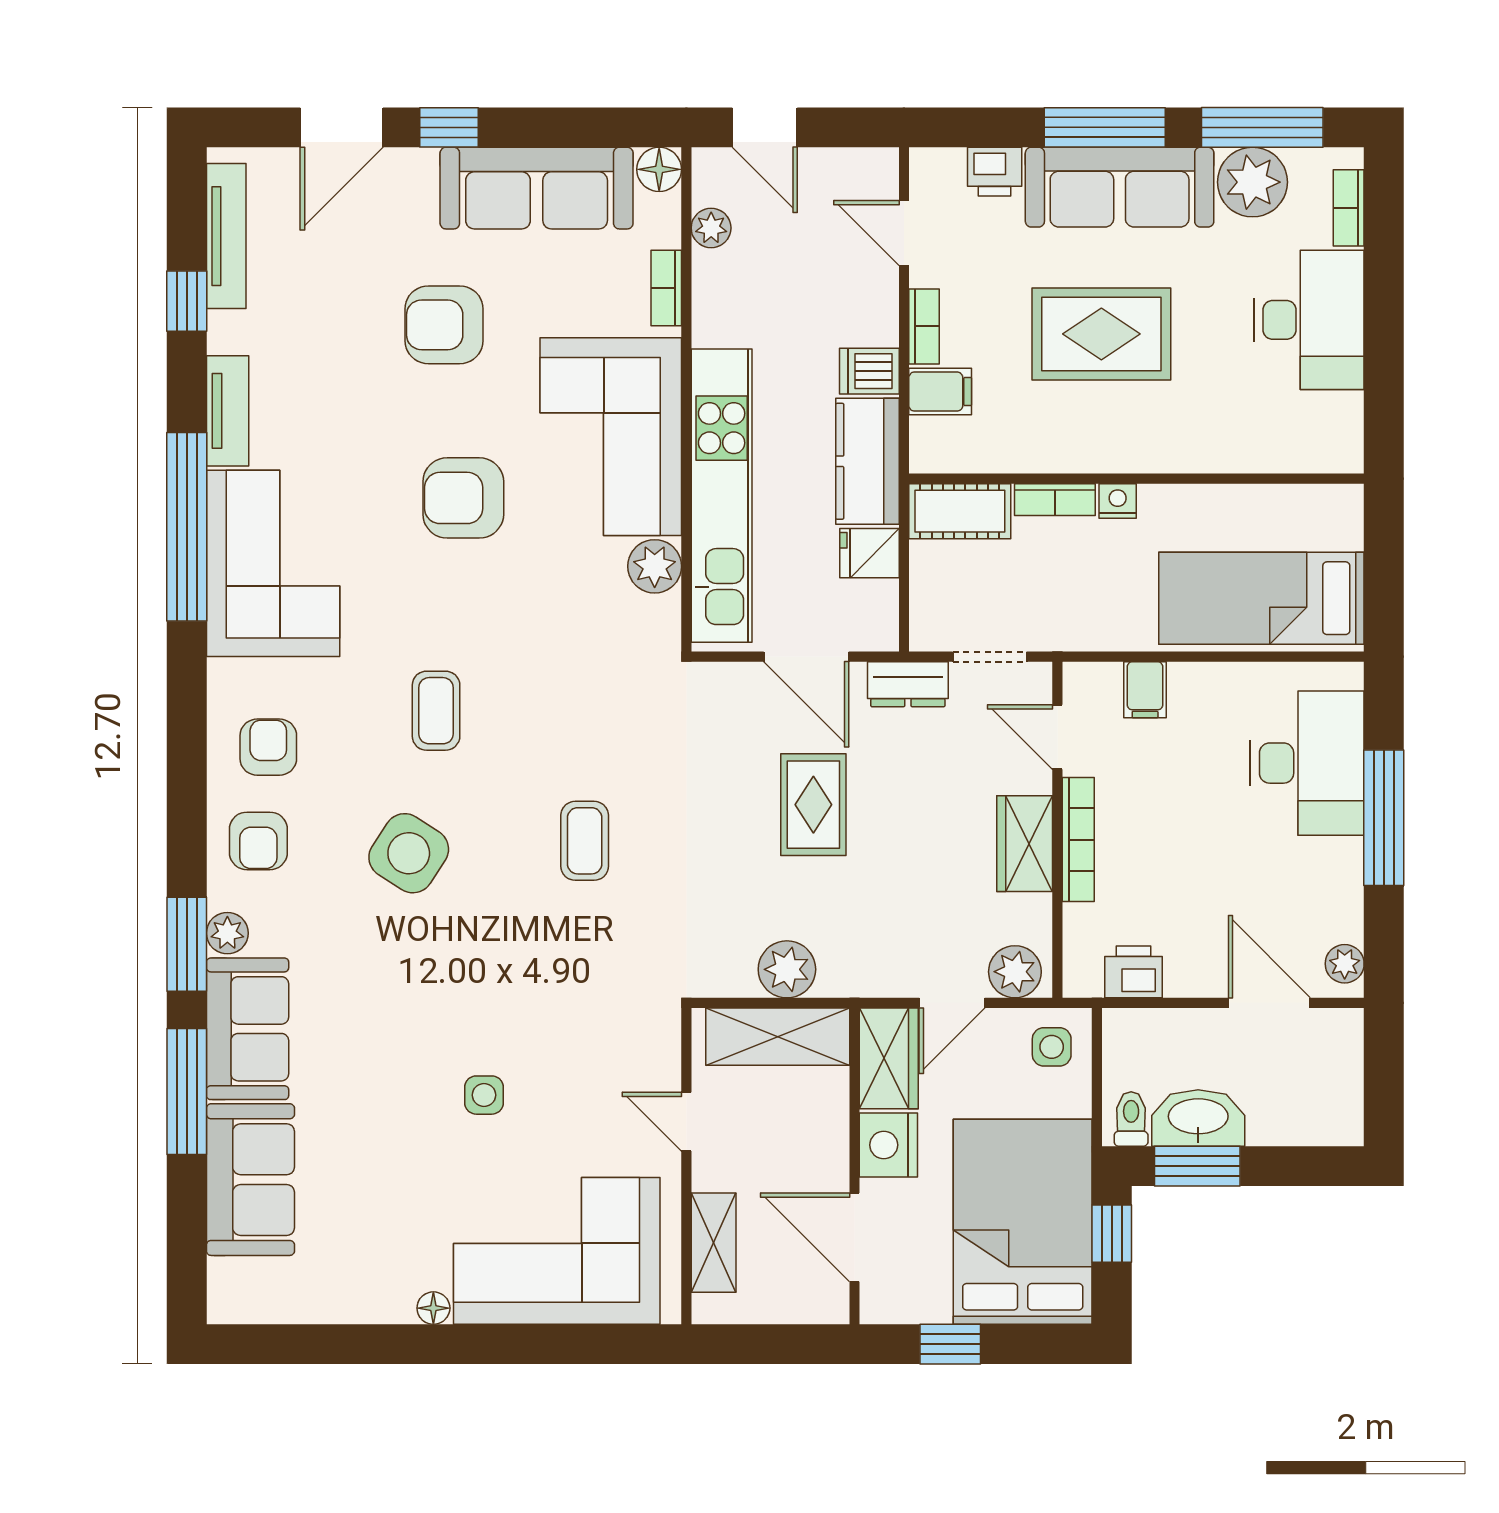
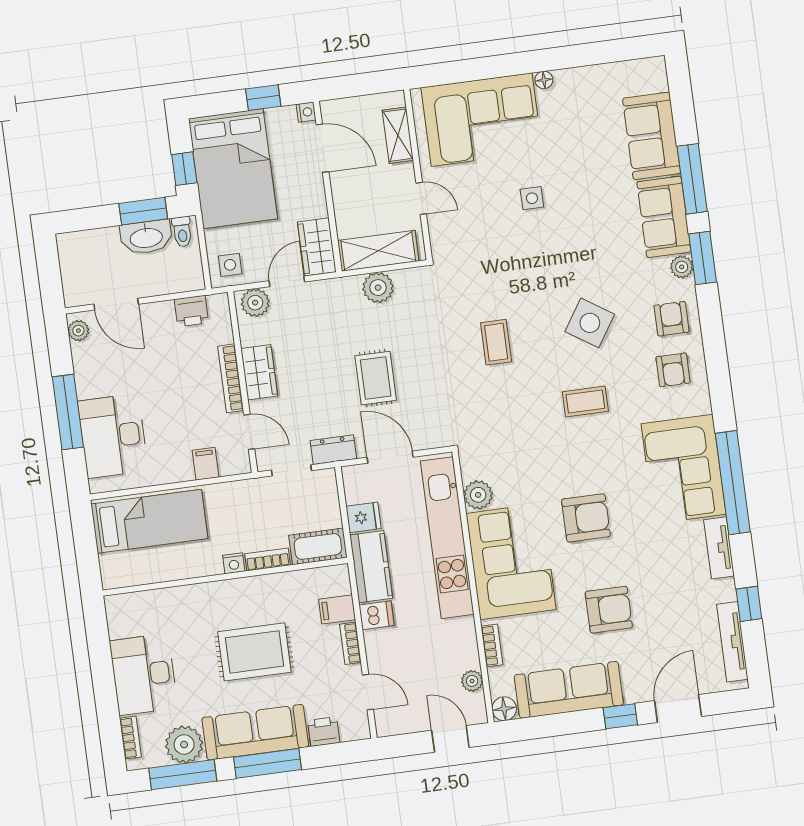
coffee table: (436, 711) -> (585, 402), turned 90
nightstand: (888, 1145) -> (306, 112), moved, width x0.53, depth x0.56

